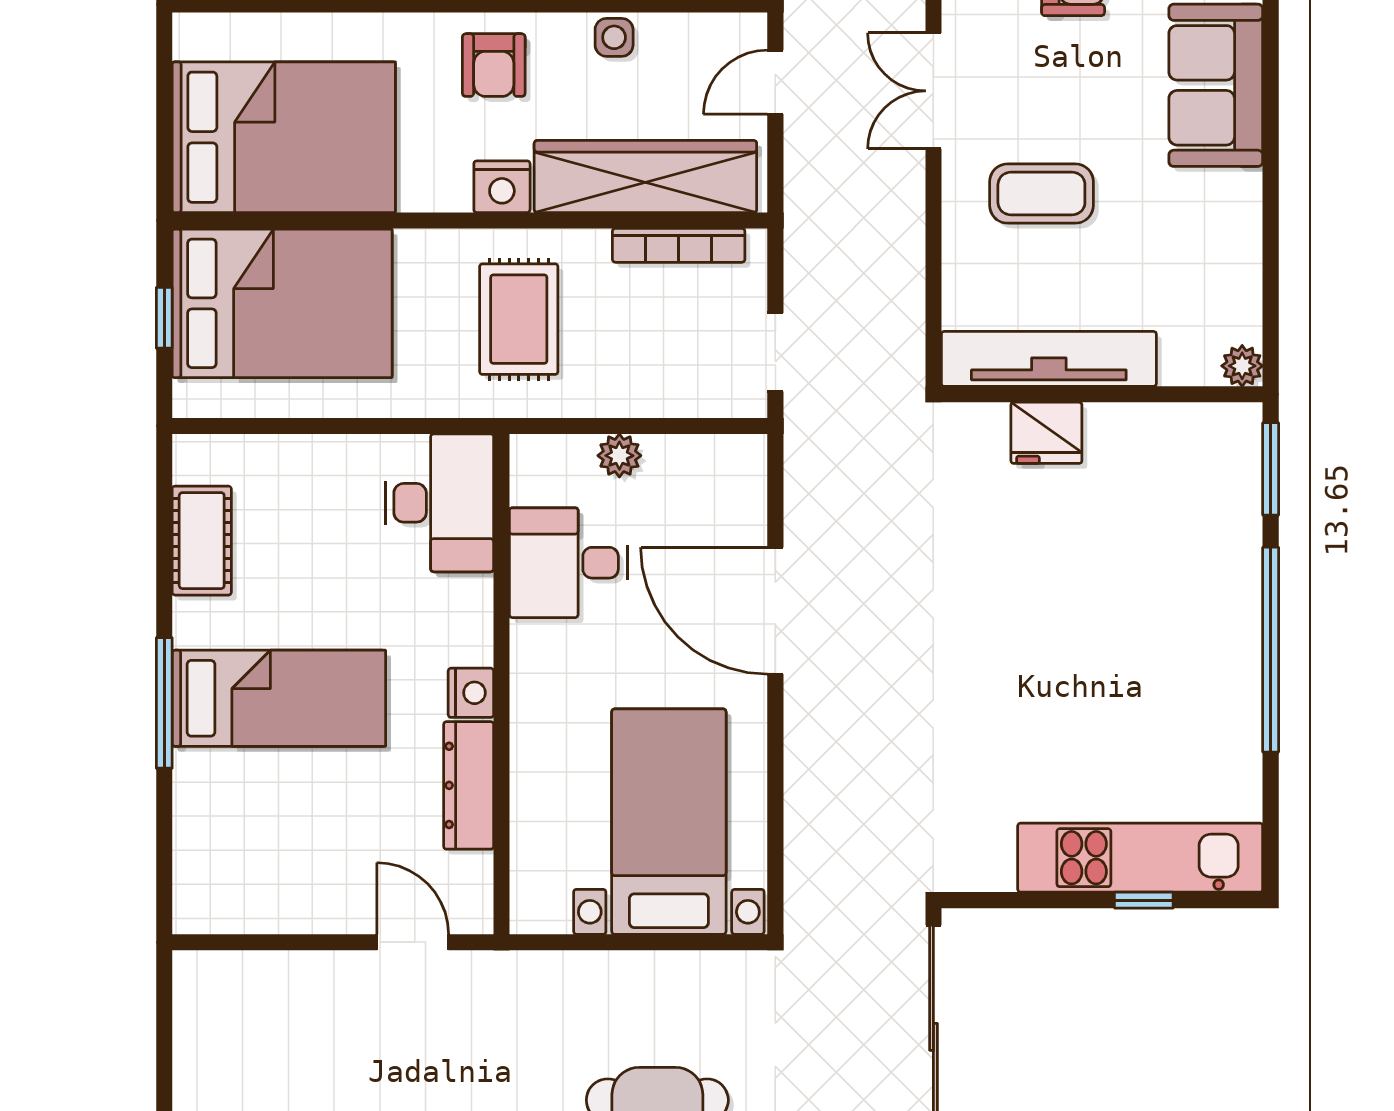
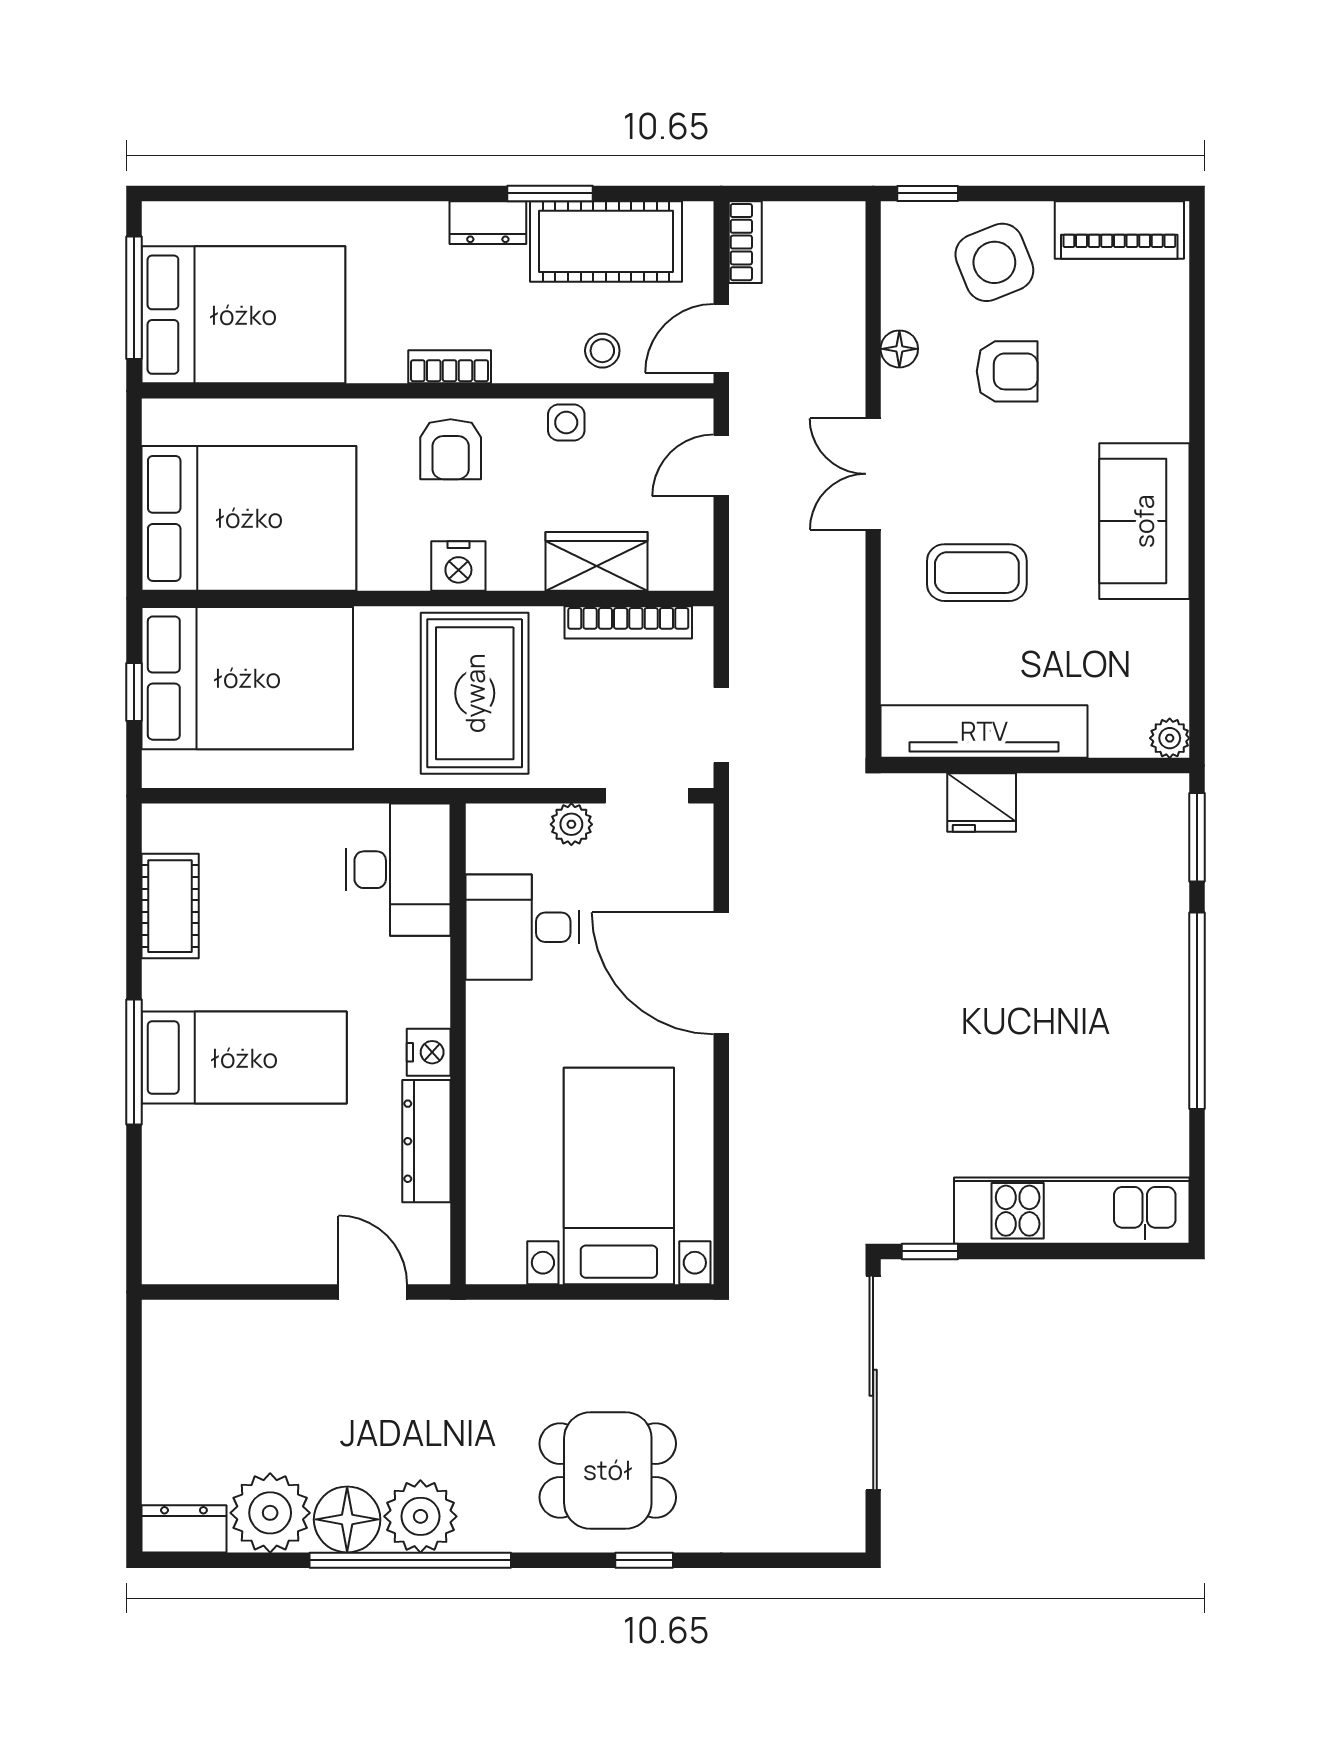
sofa: (1216, 85) -> (1144, 521), moved
wardrobe: (645, 177) -> (596, 561), width x0.48, depth x0.85
rug: (519, 319) -> (475, 693), width x1.36, depth x1.43
doorway: (698, 426) -> (647, 796), added
window: (1144, 900) -> (930, 1251), moved

